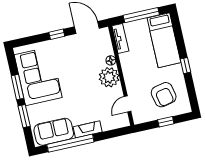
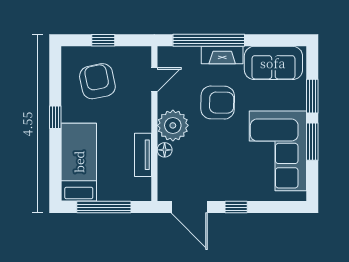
tv unit: (120, 38) -> (143, 155), moved
armchair: (84, 98) -> (218, 103), added
window: (70, 143) -> (209, 40), moved

